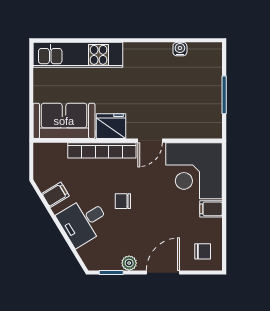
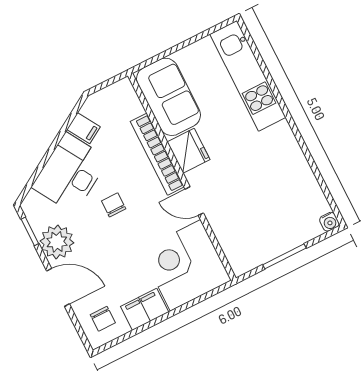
water cooler: (180, 49) -> (329, 222), moved, turned 90
filing cabinet: (211, 209) -> (145, 309), width x2.00
desk: (83, 221) -> (70, 173), width x1.37
plant: (129, 263) -> (57, 242), width x1.88, depth x1.88

